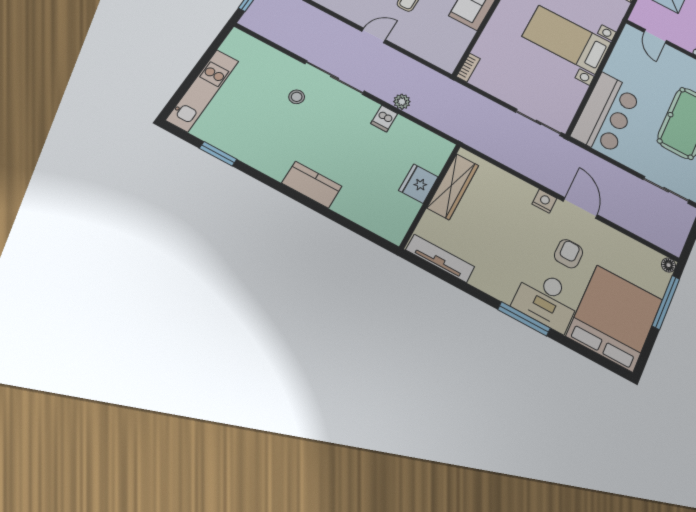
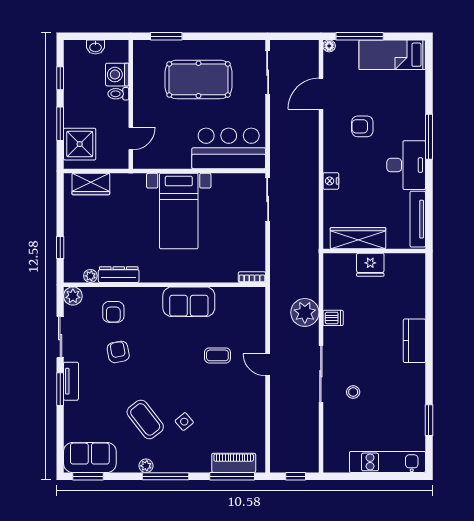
plant: (402, 102) -> (305, 312), width x1.88, depth x1.88
nightstand: (544, 201) -> (331, 181), moved
door: (580, 208) -> (321, 94), moved
desk: (547, 300) -> (406, 165), moved
bed: (615, 318) -> (392, 55), width x0.49

